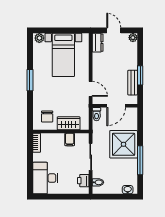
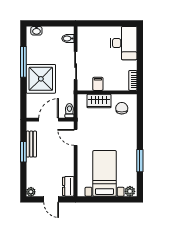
window: (30, 80) -> (140, 161), moved
printer: (83, 181) -> (83, 40), removed

